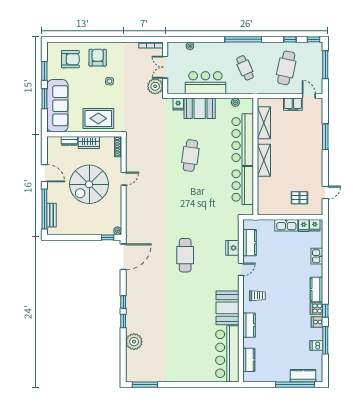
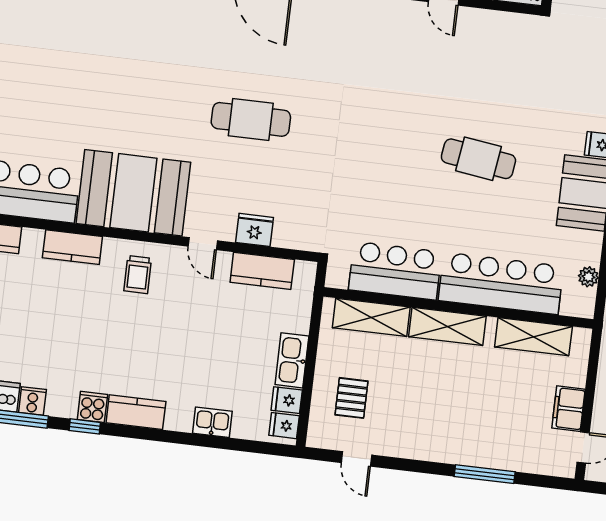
shelving: (264, 193) -> (371, 317), added
booth: (227, 308) -> (133, 193), width x1.36, depth x1.42
cooker: (317, 322) -> (32, 401), moved

